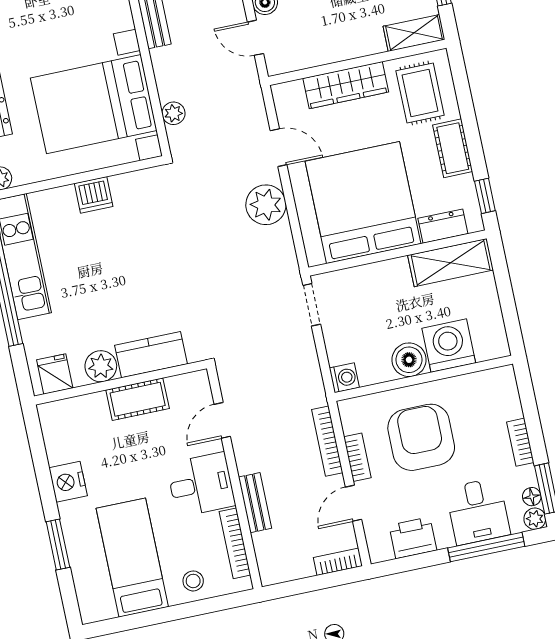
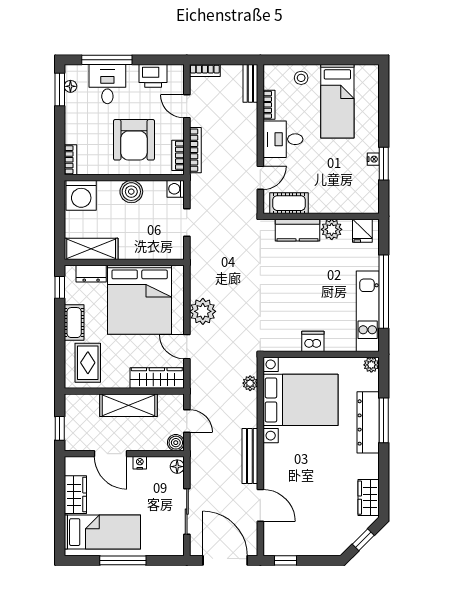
shelving: (414, 33) -> (128, 405), moved, width x1.50, depth x1.33
wardrobe: (346, 85) -> (157, 378), moved
doorway: (312, 305) -> (187, 223), moved
washing machine: (449, 346) -> (81, 195), moved
cot: (138, 399) -> (289, 203), moved
bookcase: (520, 442) -> (70, 160), moved
bookcase: (357, 457) -> (178, 155), moved
nightstand: (68, 482) -> (373, 159), width x0.53, depth x0.56
bench: (255, 503) -> (250, 83), moved
door: (353, 503) -> (187, 106), swing flipped
plant: (535, 519) -> (72, 72), removed
bookcase: (235, 543) -> (269, 105), width x0.64
window: (58, 544) -> (384, 164), moved

